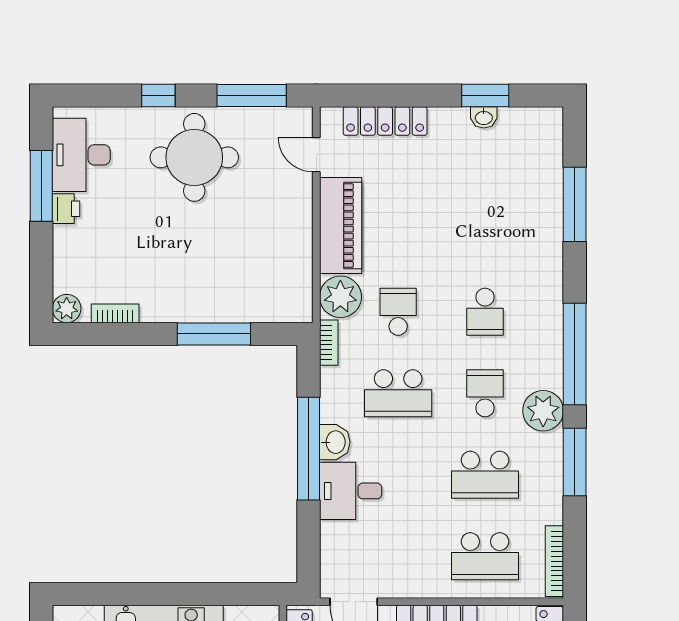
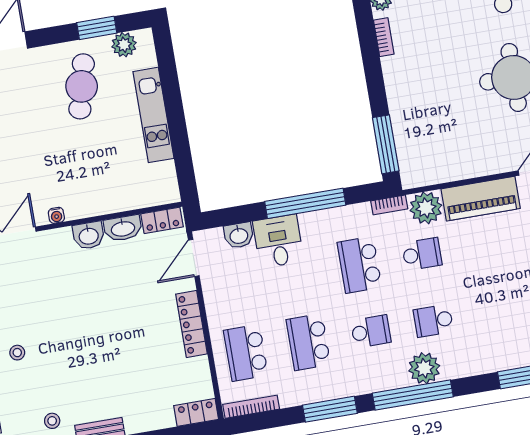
window: (214, 334) -> (386, 144), moved
plant: (543, 411) -> (424, 368), moved
washbasin: (335, 442) -> (239, 235), moved

